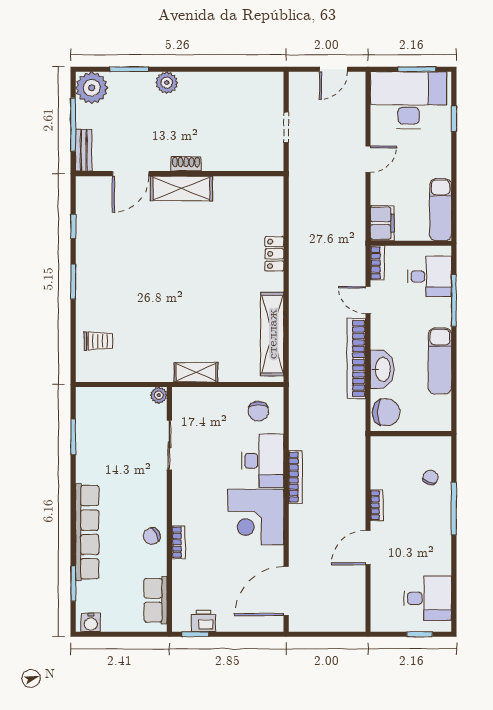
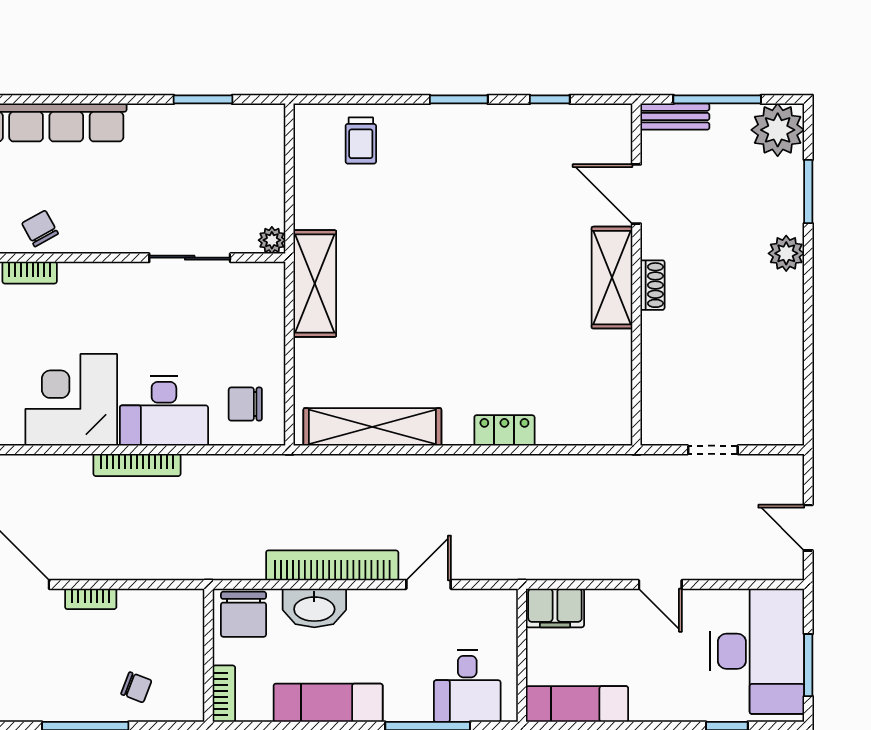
bookcase: (377, 263) -> (224, 694), moved, turned -90
shelving: (196, 372) -> (315, 284), width x1.50, depth x1.33

